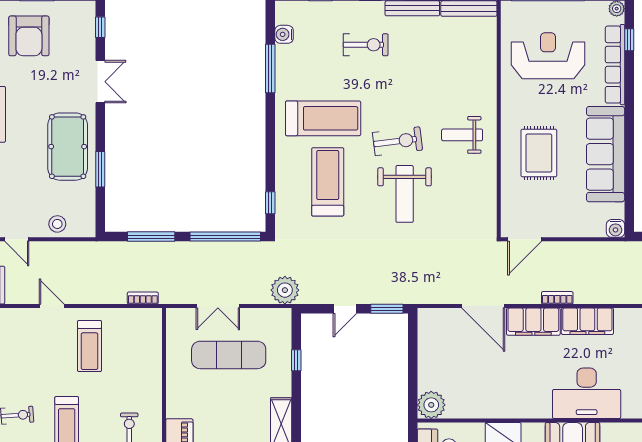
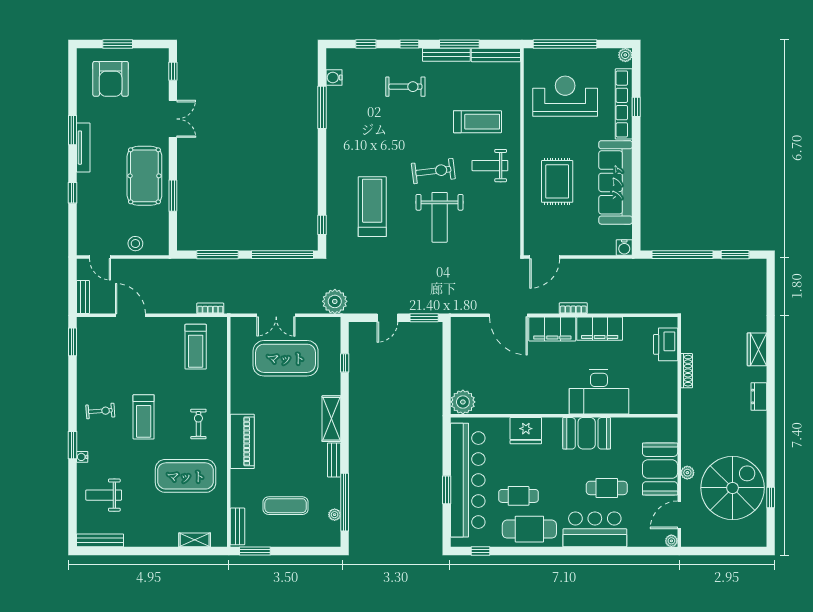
window: (629, 40) -> (636, 107), moved
treadmill: (323, 118) -> (477, 122), moved, width x0.73, depth x0.73
door: (52, 306) -> (131, 315), width x1.37
treadmill: (90, 346) -> (196, 347), moved
exercise mat: (229, 355) -> (286, 358), width x1.47

